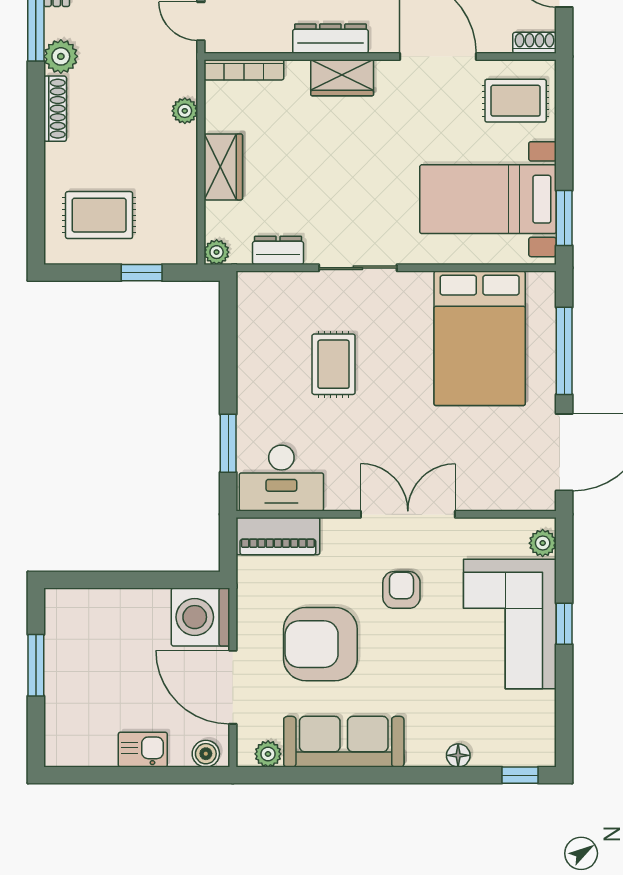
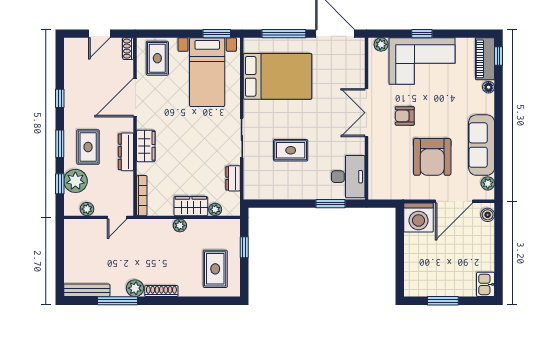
plant: (185, 111) -> (180, 226), moved
plant: (217, 252) -> (215, 209), moved
piano: (278, 536) -> (485, 59), moved, turned 180
kitchen sink: (143, 750) -> (486, 284), moved

